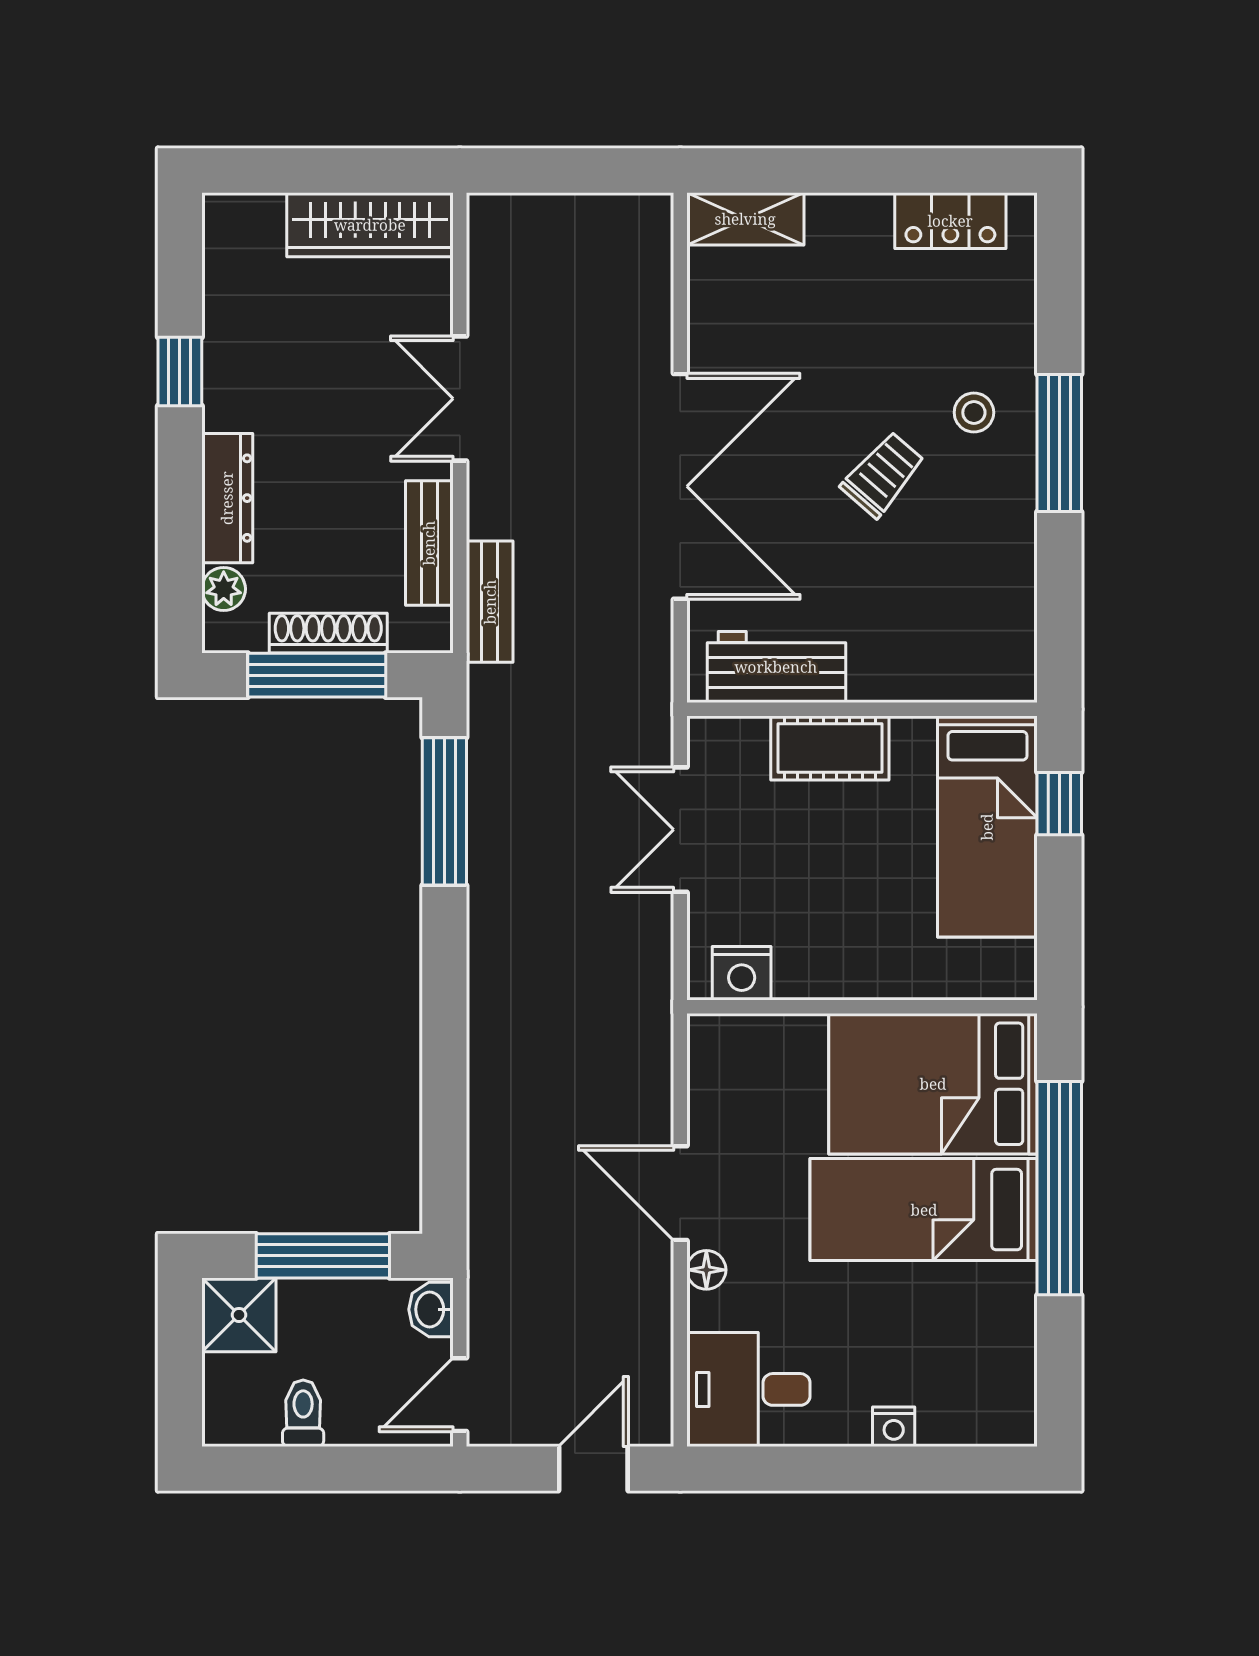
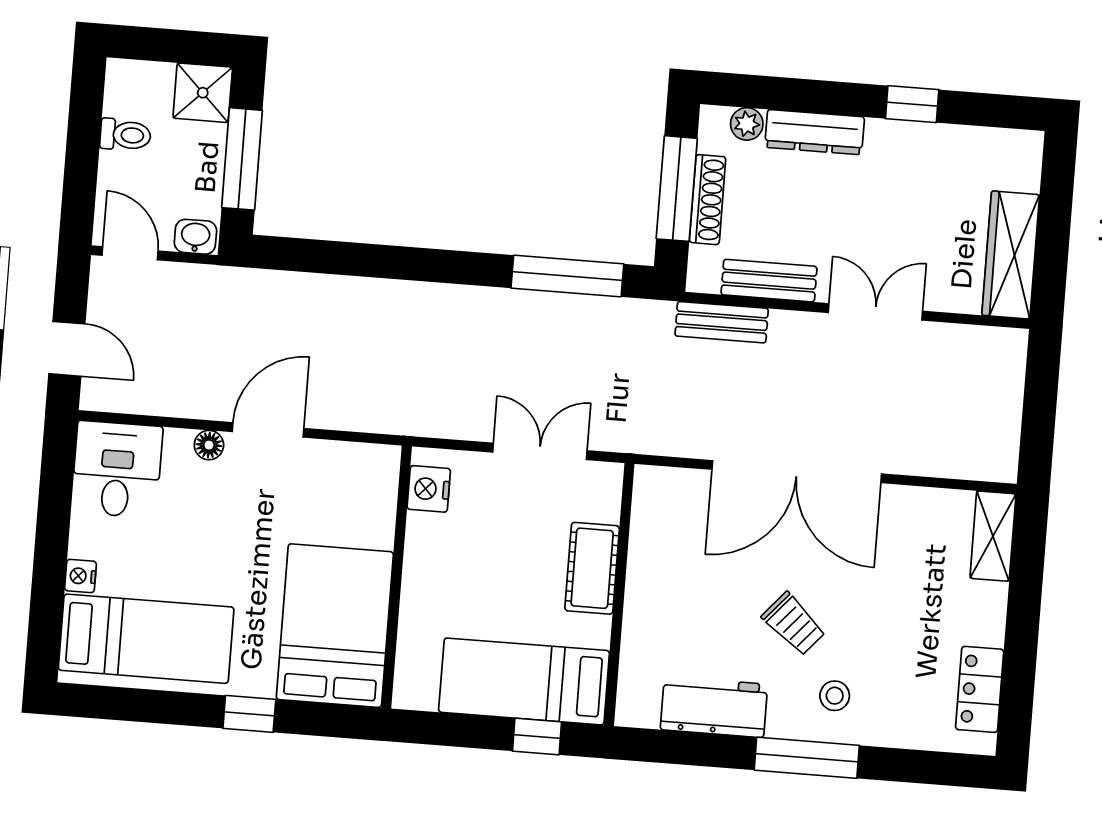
workbench: (776, 667) -> (714, 707), moved, turned -90
window: (1059, 1188) -> (249, 714), width x0.32
bed: (924, 1210) -> (146, 639), moved, turned 90

